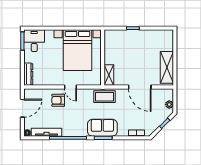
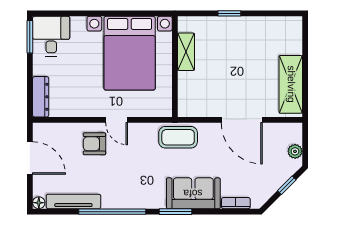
shelving: (109, 75) -> (186, 52), moved
door: (22, 108) -> (30, 158), hinge flipped
sofa: (102, 128) -> (193, 193), moved

